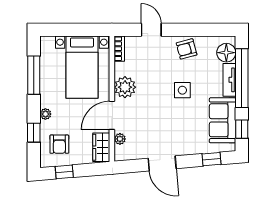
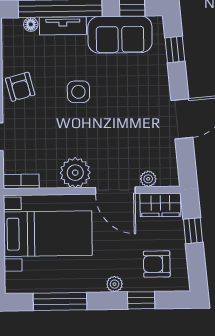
floor lamp: (226, 53) -> (31, 24), width x0.53, depth x0.53
armchair: (59, 144) -> (157, 264), turned 180
window: (64, 172) -> (193, 231), moved

